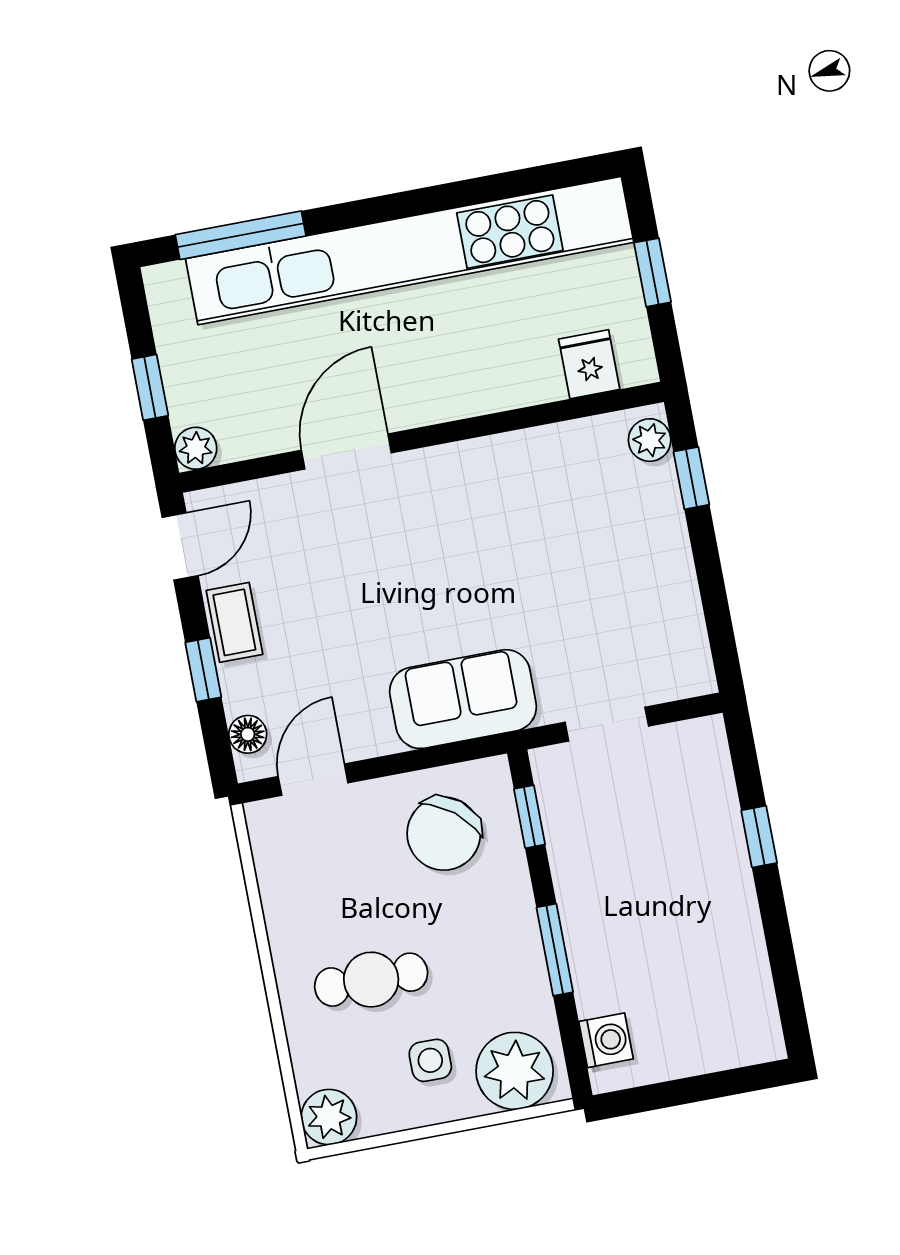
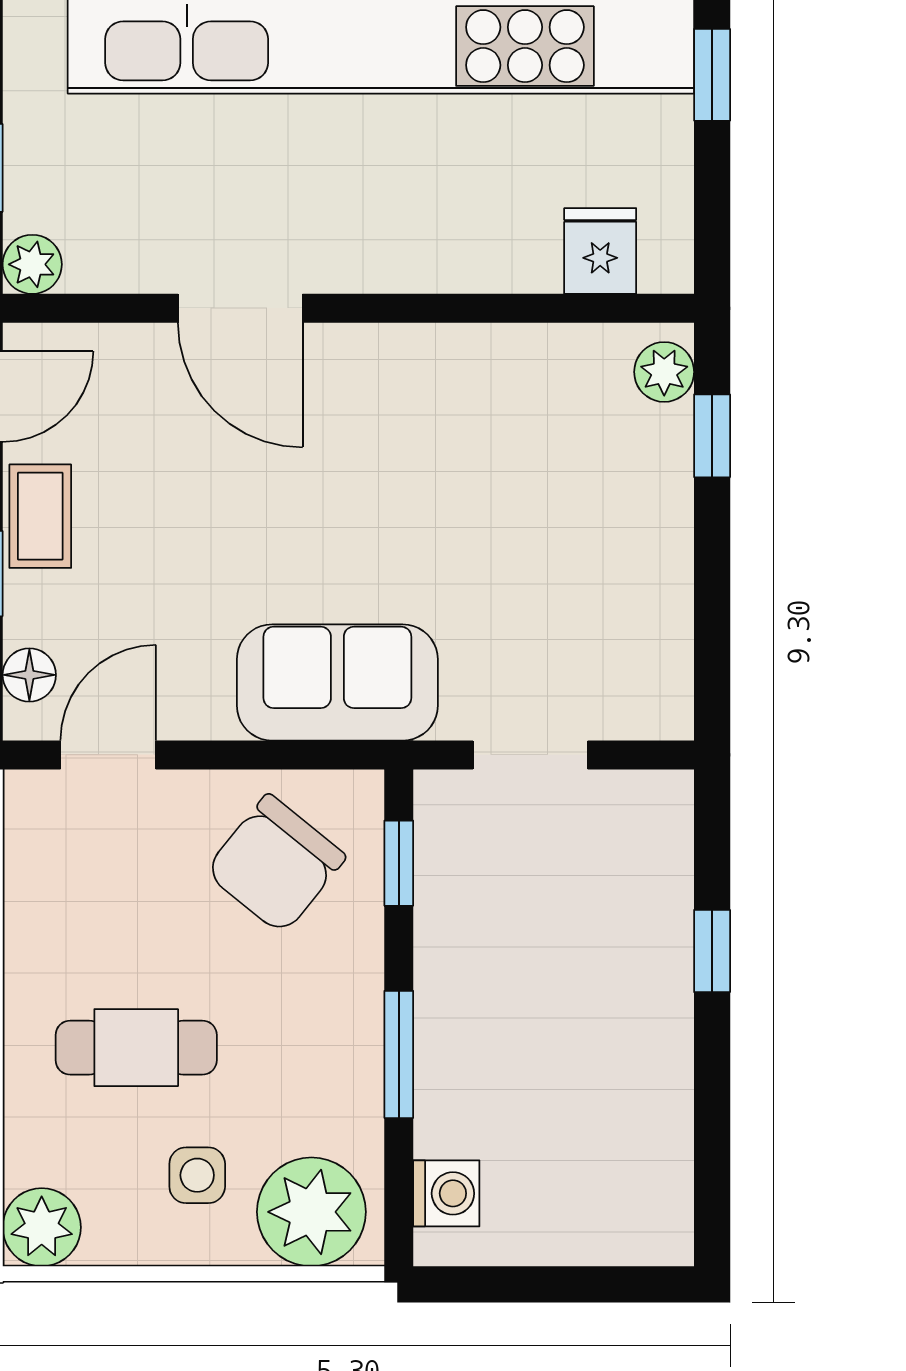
window: (653, 272) -> (712, 75), moved
door: (346, 451) -> (240, 308), swing flipped

